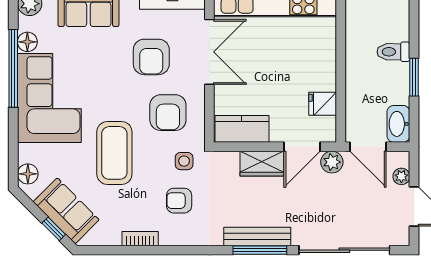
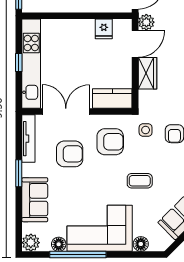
kitchen counter: (242, 129) -> (112, 99), moved, turned 90
door: (302, 147) -> (135, 44), hinge flipped
coffee table: (114, 153) -> (140, 181), width x0.54, depth x0.58
floor lamp: (28, 174) -> (141, 244), moved

